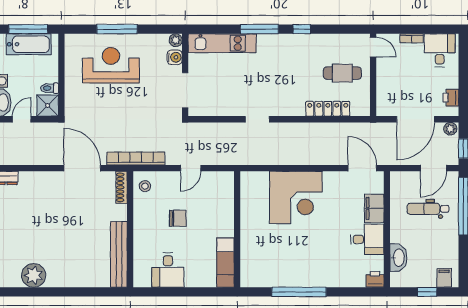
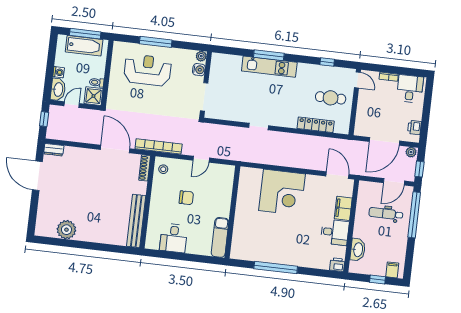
window: (302, 29) -> (327, 62), moved
kitchen unit: (222, 43) -> (269, 67), moved

